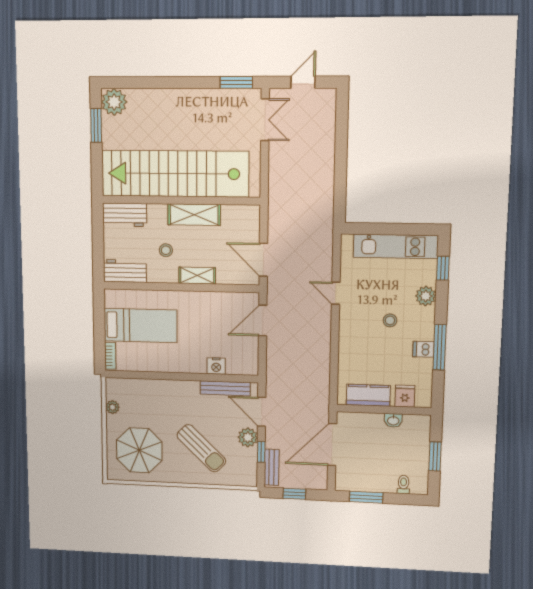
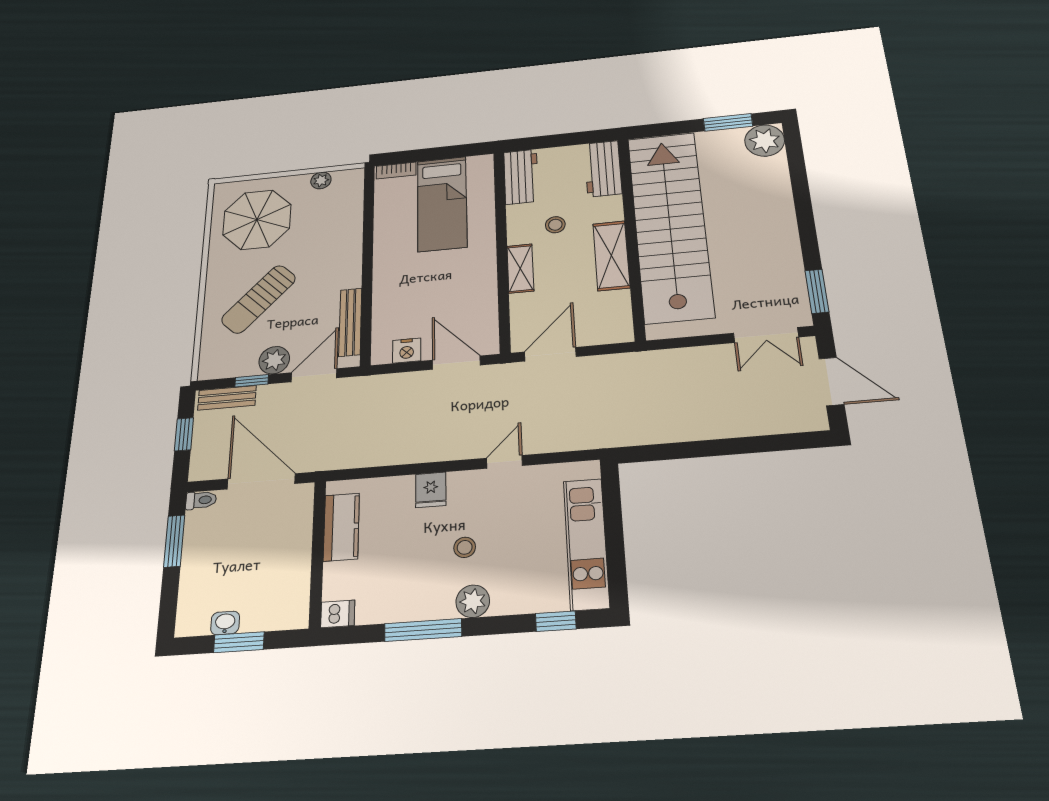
door: (303, 82) -> (831, 381), width x1.38
plant: (426, 296) -> (473, 601), moved
dishwasher: (423, 349) -> (338, 614), moved, turned 90
nightstand: (216, 366) -> (407, 351), moved, turned -90
fridge: (405, 396) -> (431, 490), moved, turned 90
washbasin: (393, 420) -> (225, 623), moved, turned 90
toilet: (403, 485) -> (201, 500), moved

